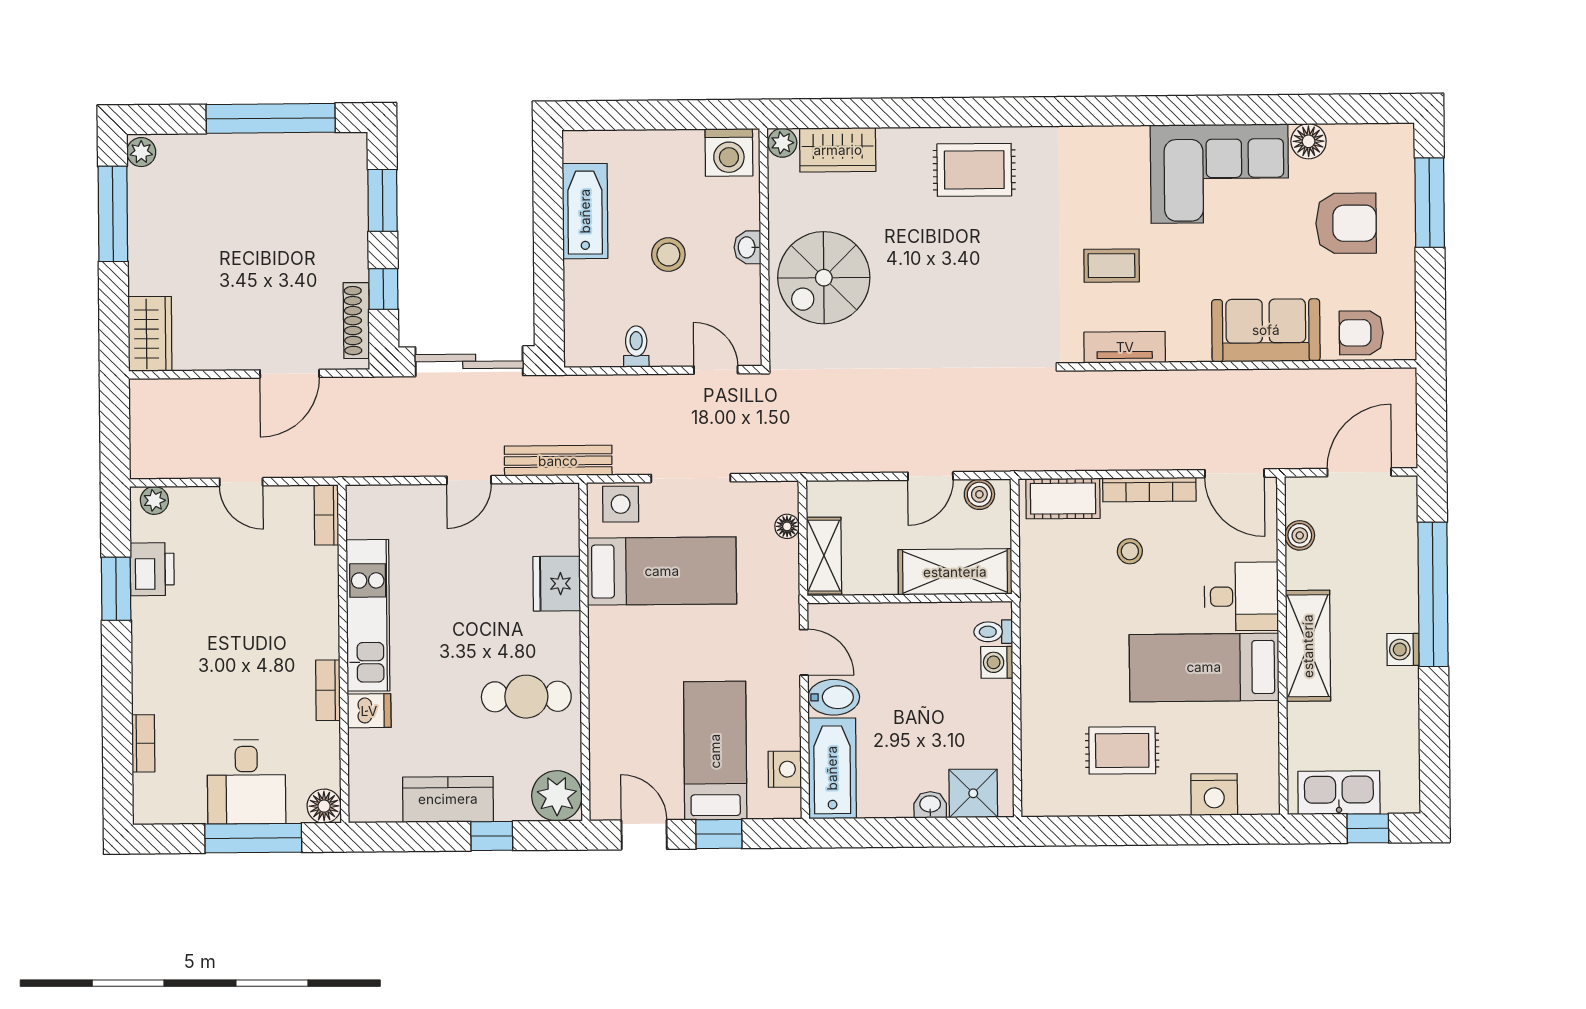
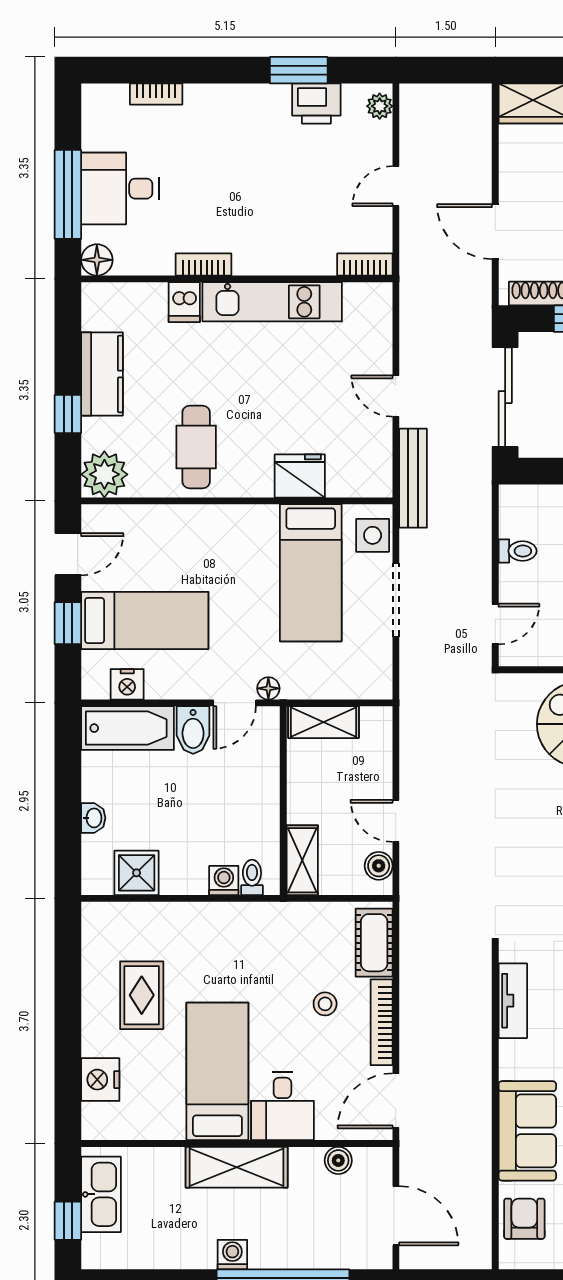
floor lamp: (787, 526) -> (268, 688), moved
shelving: (955, 572) -> (302, 860), width x0.67, depth x0.75
shower: (973, 793) -> (137, 873), moved

